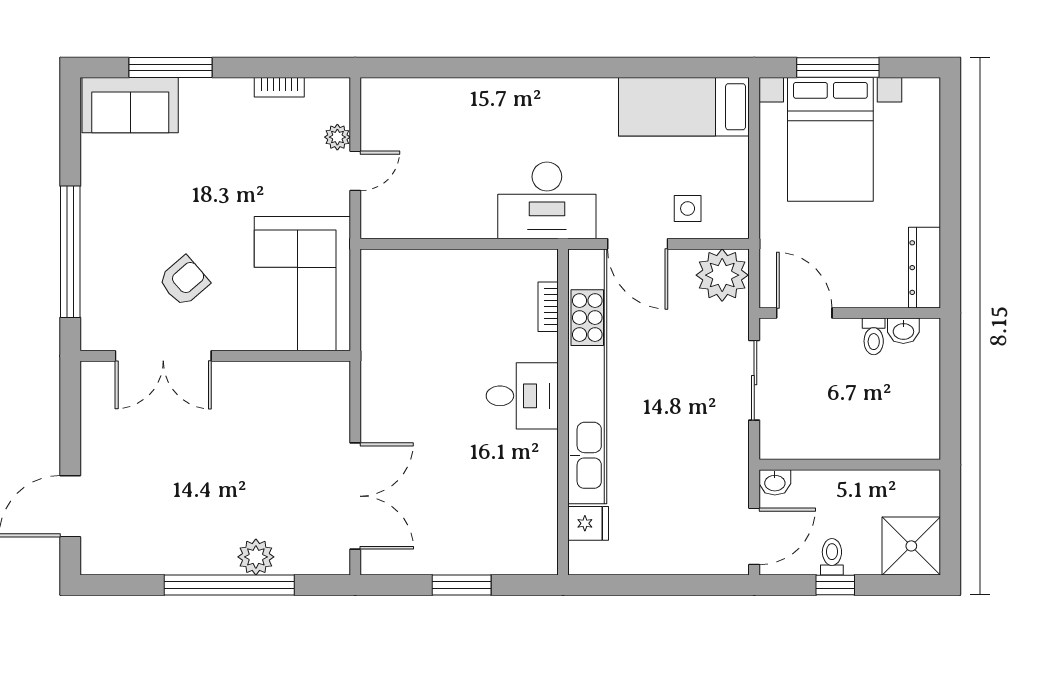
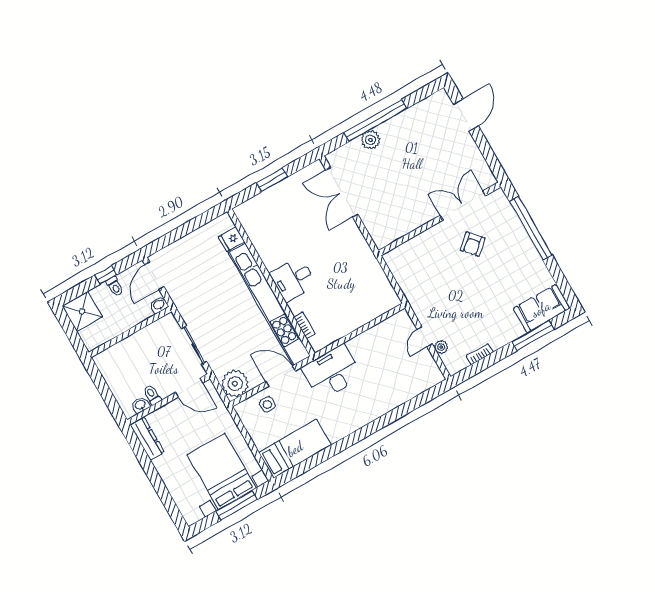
corner sofa: (302, 284) -> (419, 273), removed

